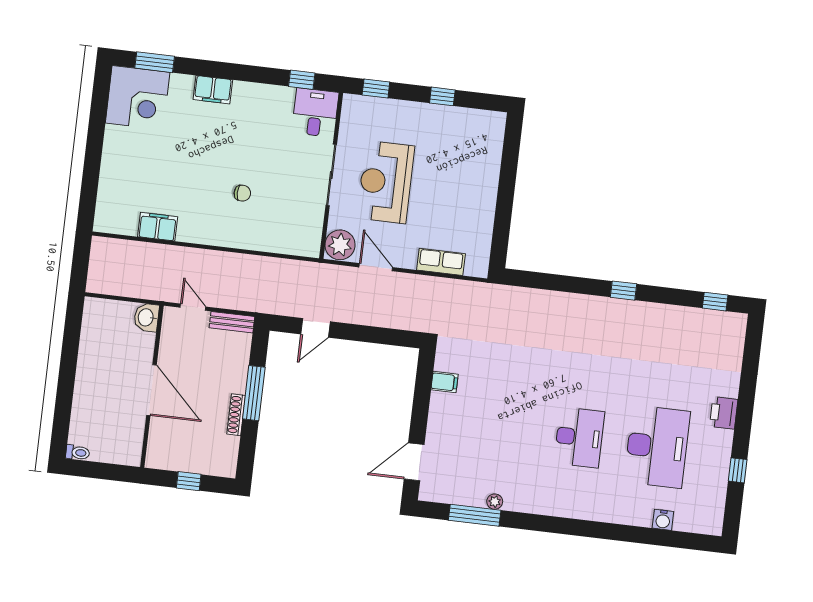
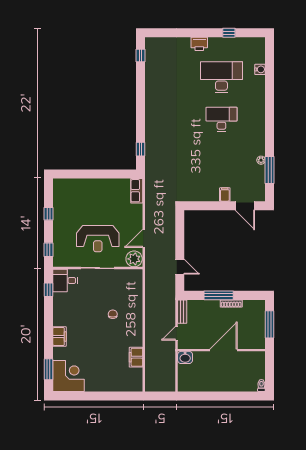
row of seats: (441, 262) -> (137, 191), moved
window: (623, 291) -> (140, 149), moved
filing cabinet: (445, 382) -> (225, 194), moved
window: (189, 481) -> (270, 324), width x2.17

